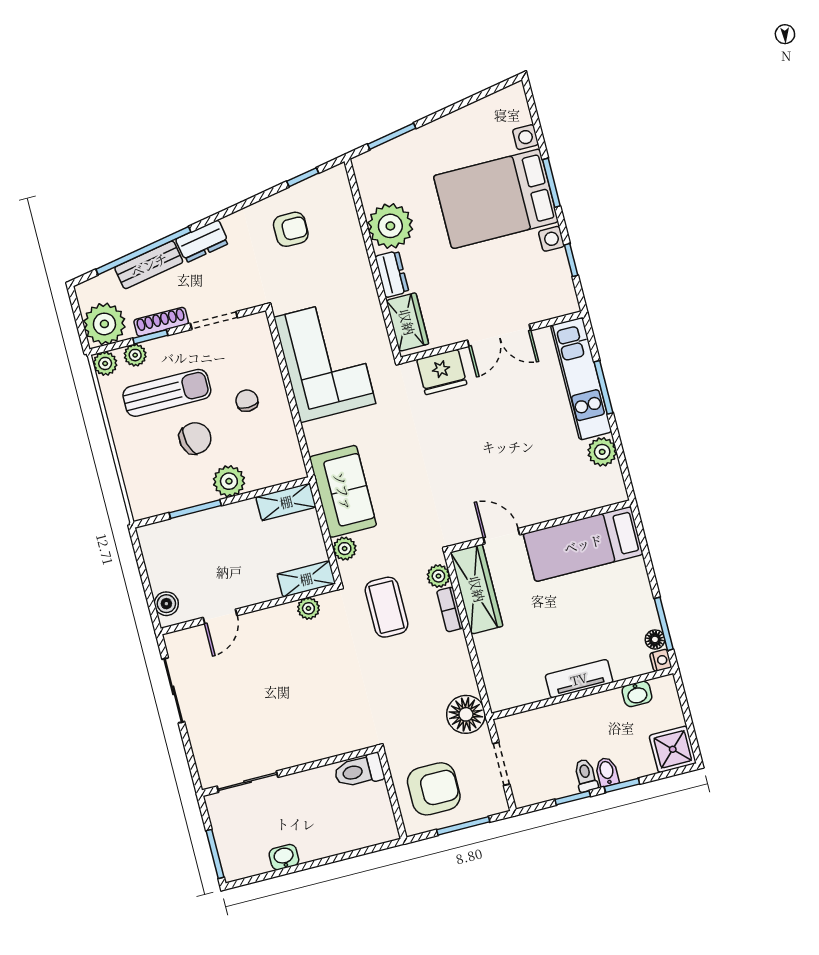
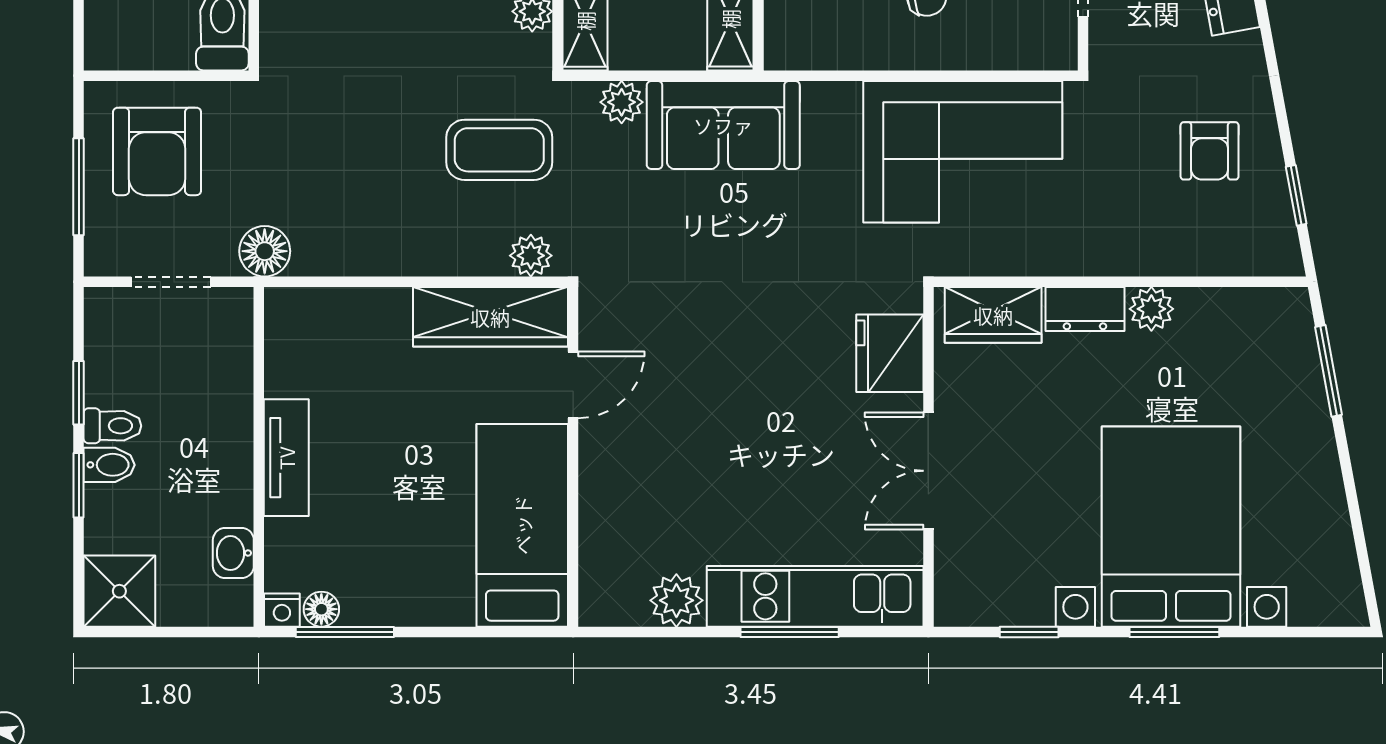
plant: (390, 226) -> (1151, 309), width x0.53, depth x0.53
bookcase: (450, 609) -> (467, 261), removed
floor lamp: (466, 714) -> (265, 251), width x0.73, depth x0.73

